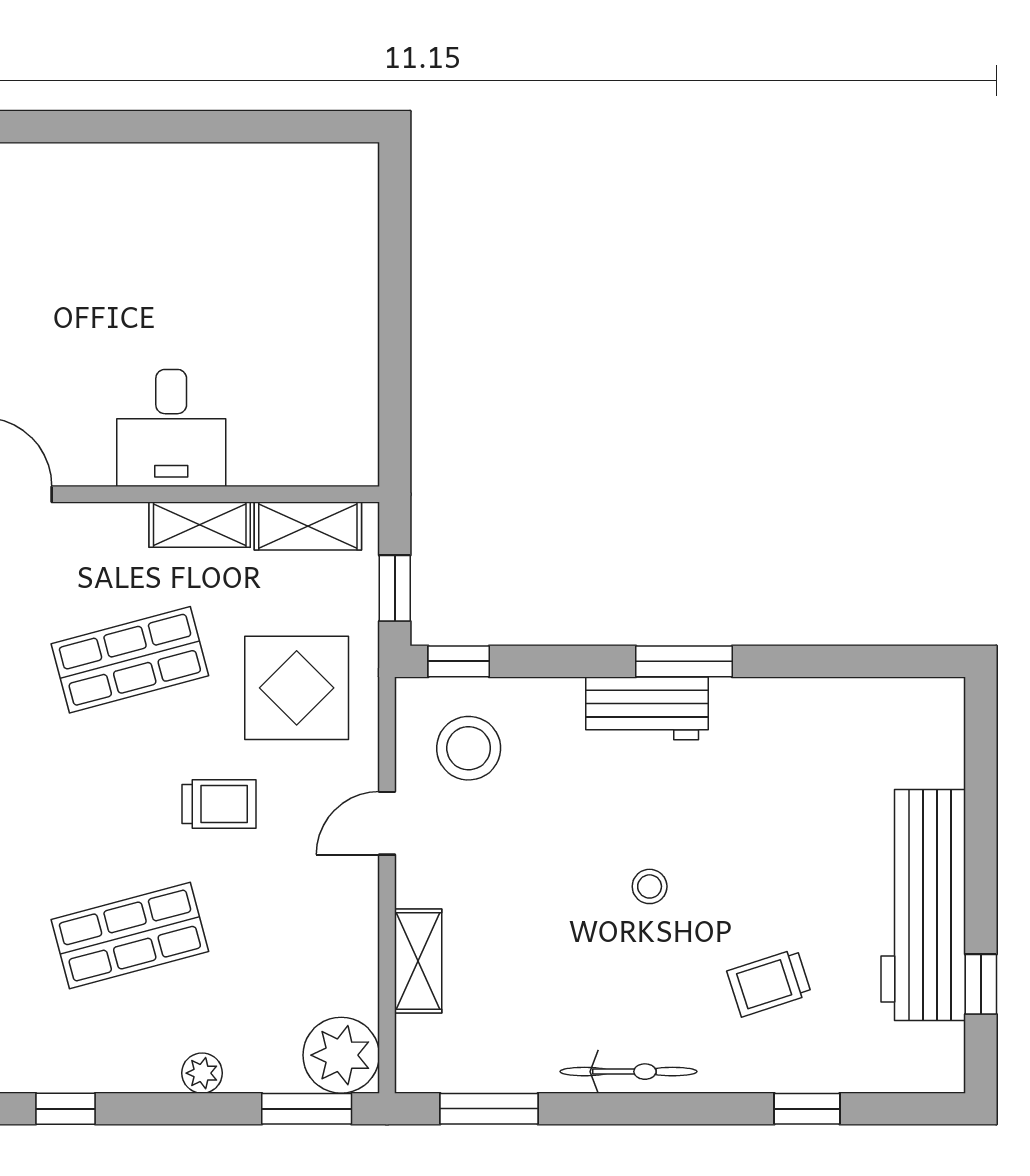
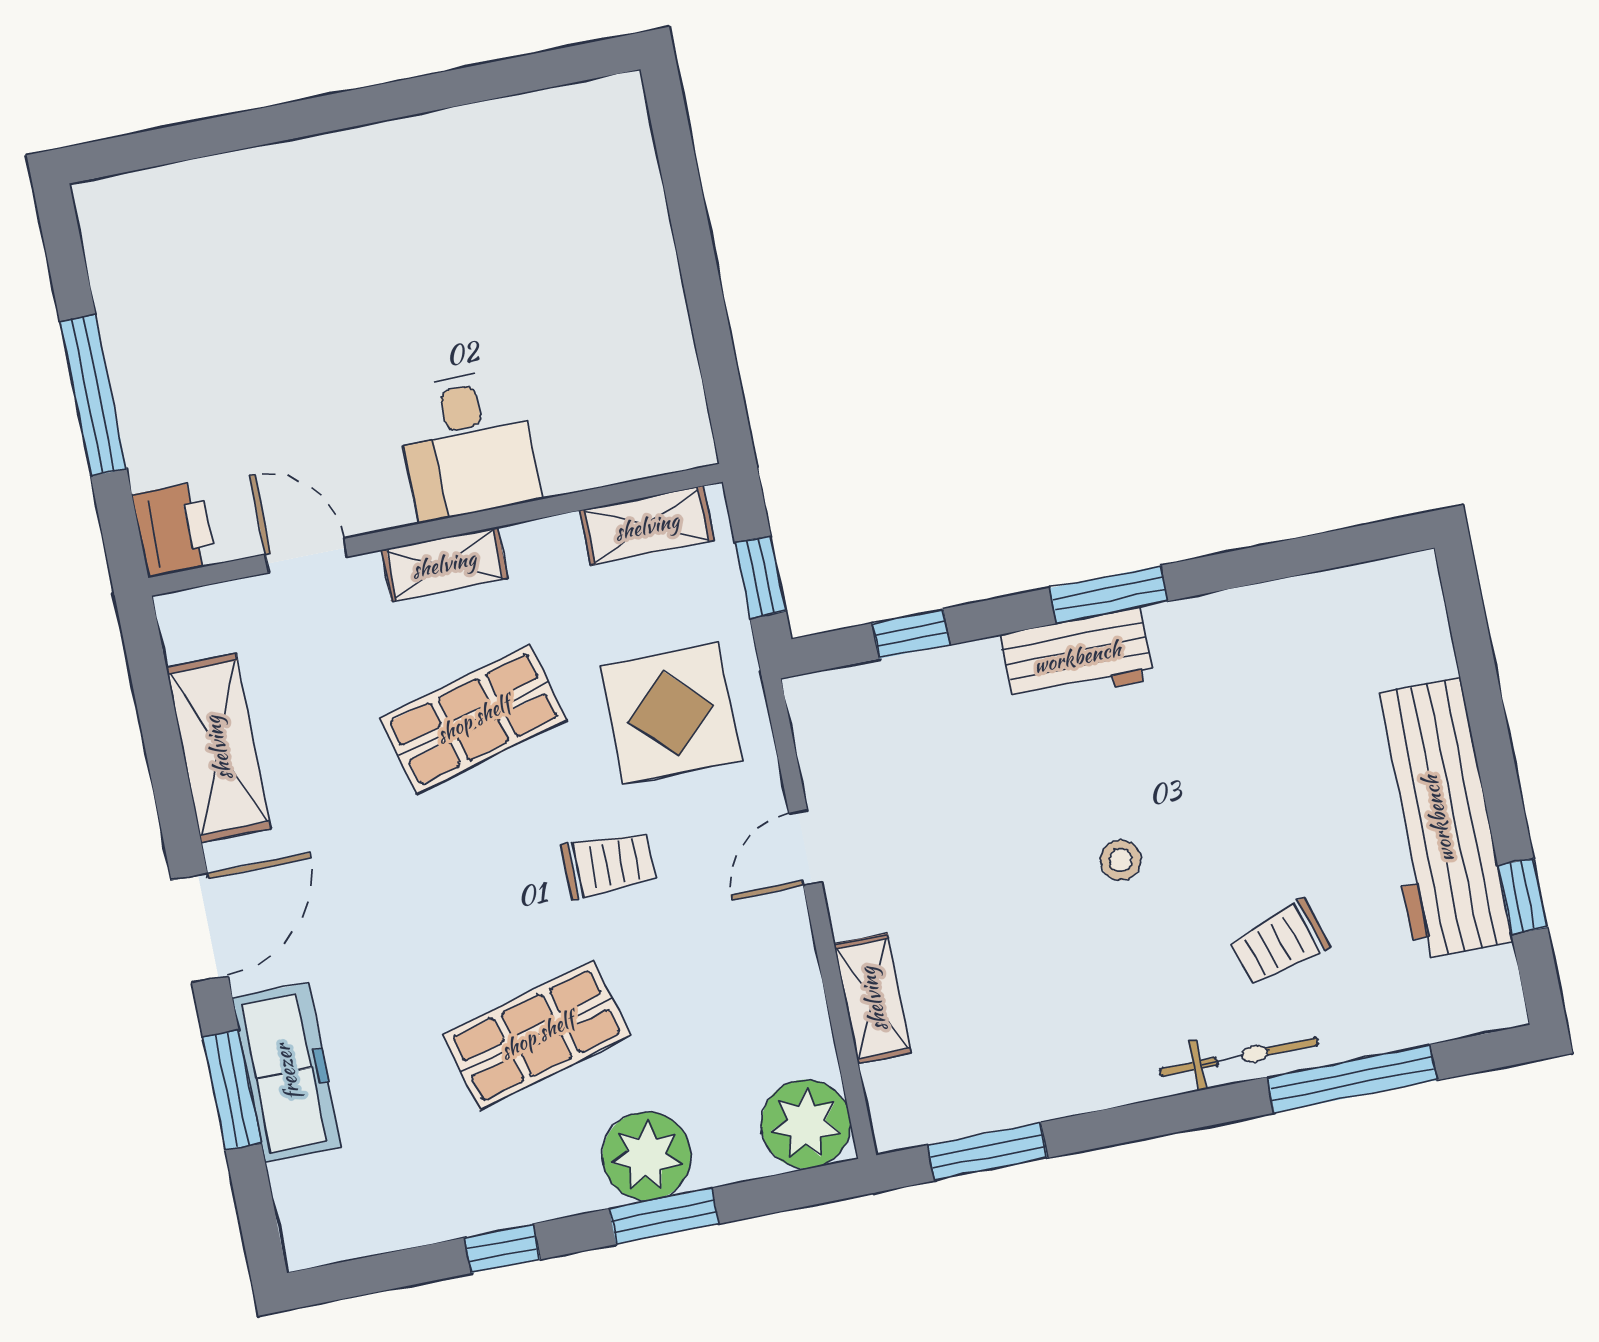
shelving: (200, 525) -> (444, 564), moved
window: (459, 661) -> (911, 634), moved
stool: (469, 748) -> (882, 743), removed
bicycle: (629, 1072) -> (1239, 1057), moved
plant: (202, 1073) -> (647, 1156), width x1.88, depth x1.88
window: (307, 1109) -> (664, 1216), moved
window: (807, 1109) -> (1352, 1079), width x2.17

